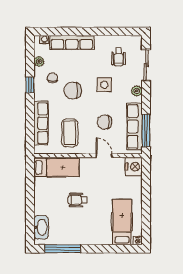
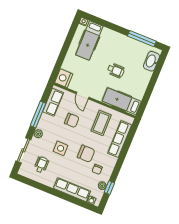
window: (30, 85) -> (109, 188), moved
row of seats: (135, 126) -> (53, 102), width x0.68
window: (146, 130) -> (38, 114), moved

